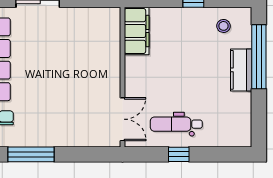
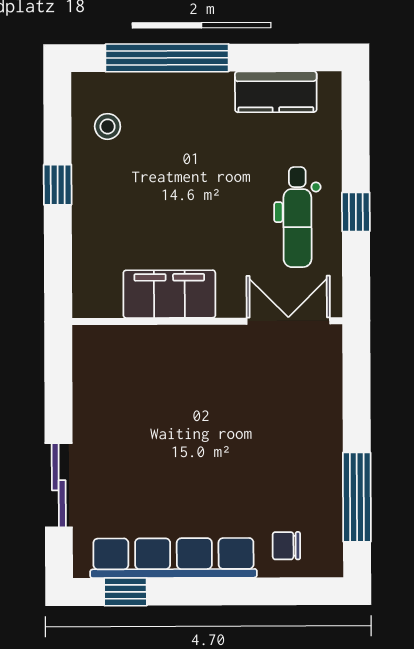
filing cabinet: (137, 31) -> (169, 294), moved
kitchen counter: (241, 70) -> (276, 92), moved

